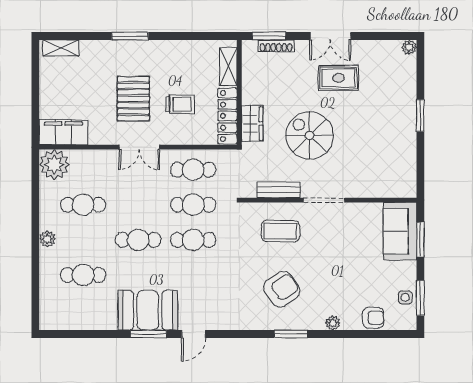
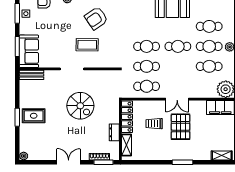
rug: (338, 78) -> (34, 116), moved
dresser: (250, 89) -> (114, 132), added
wardrobe: (252, 124) -> (113, 113), removed
double door: (139, 147) -> (177, 99), swing flipped
bench: (279, 190) -> (32, 75), moved
coffee table: (280, 231) -> (87, 45), moved
cafe table: (83, 240) -> (209, 46), added

